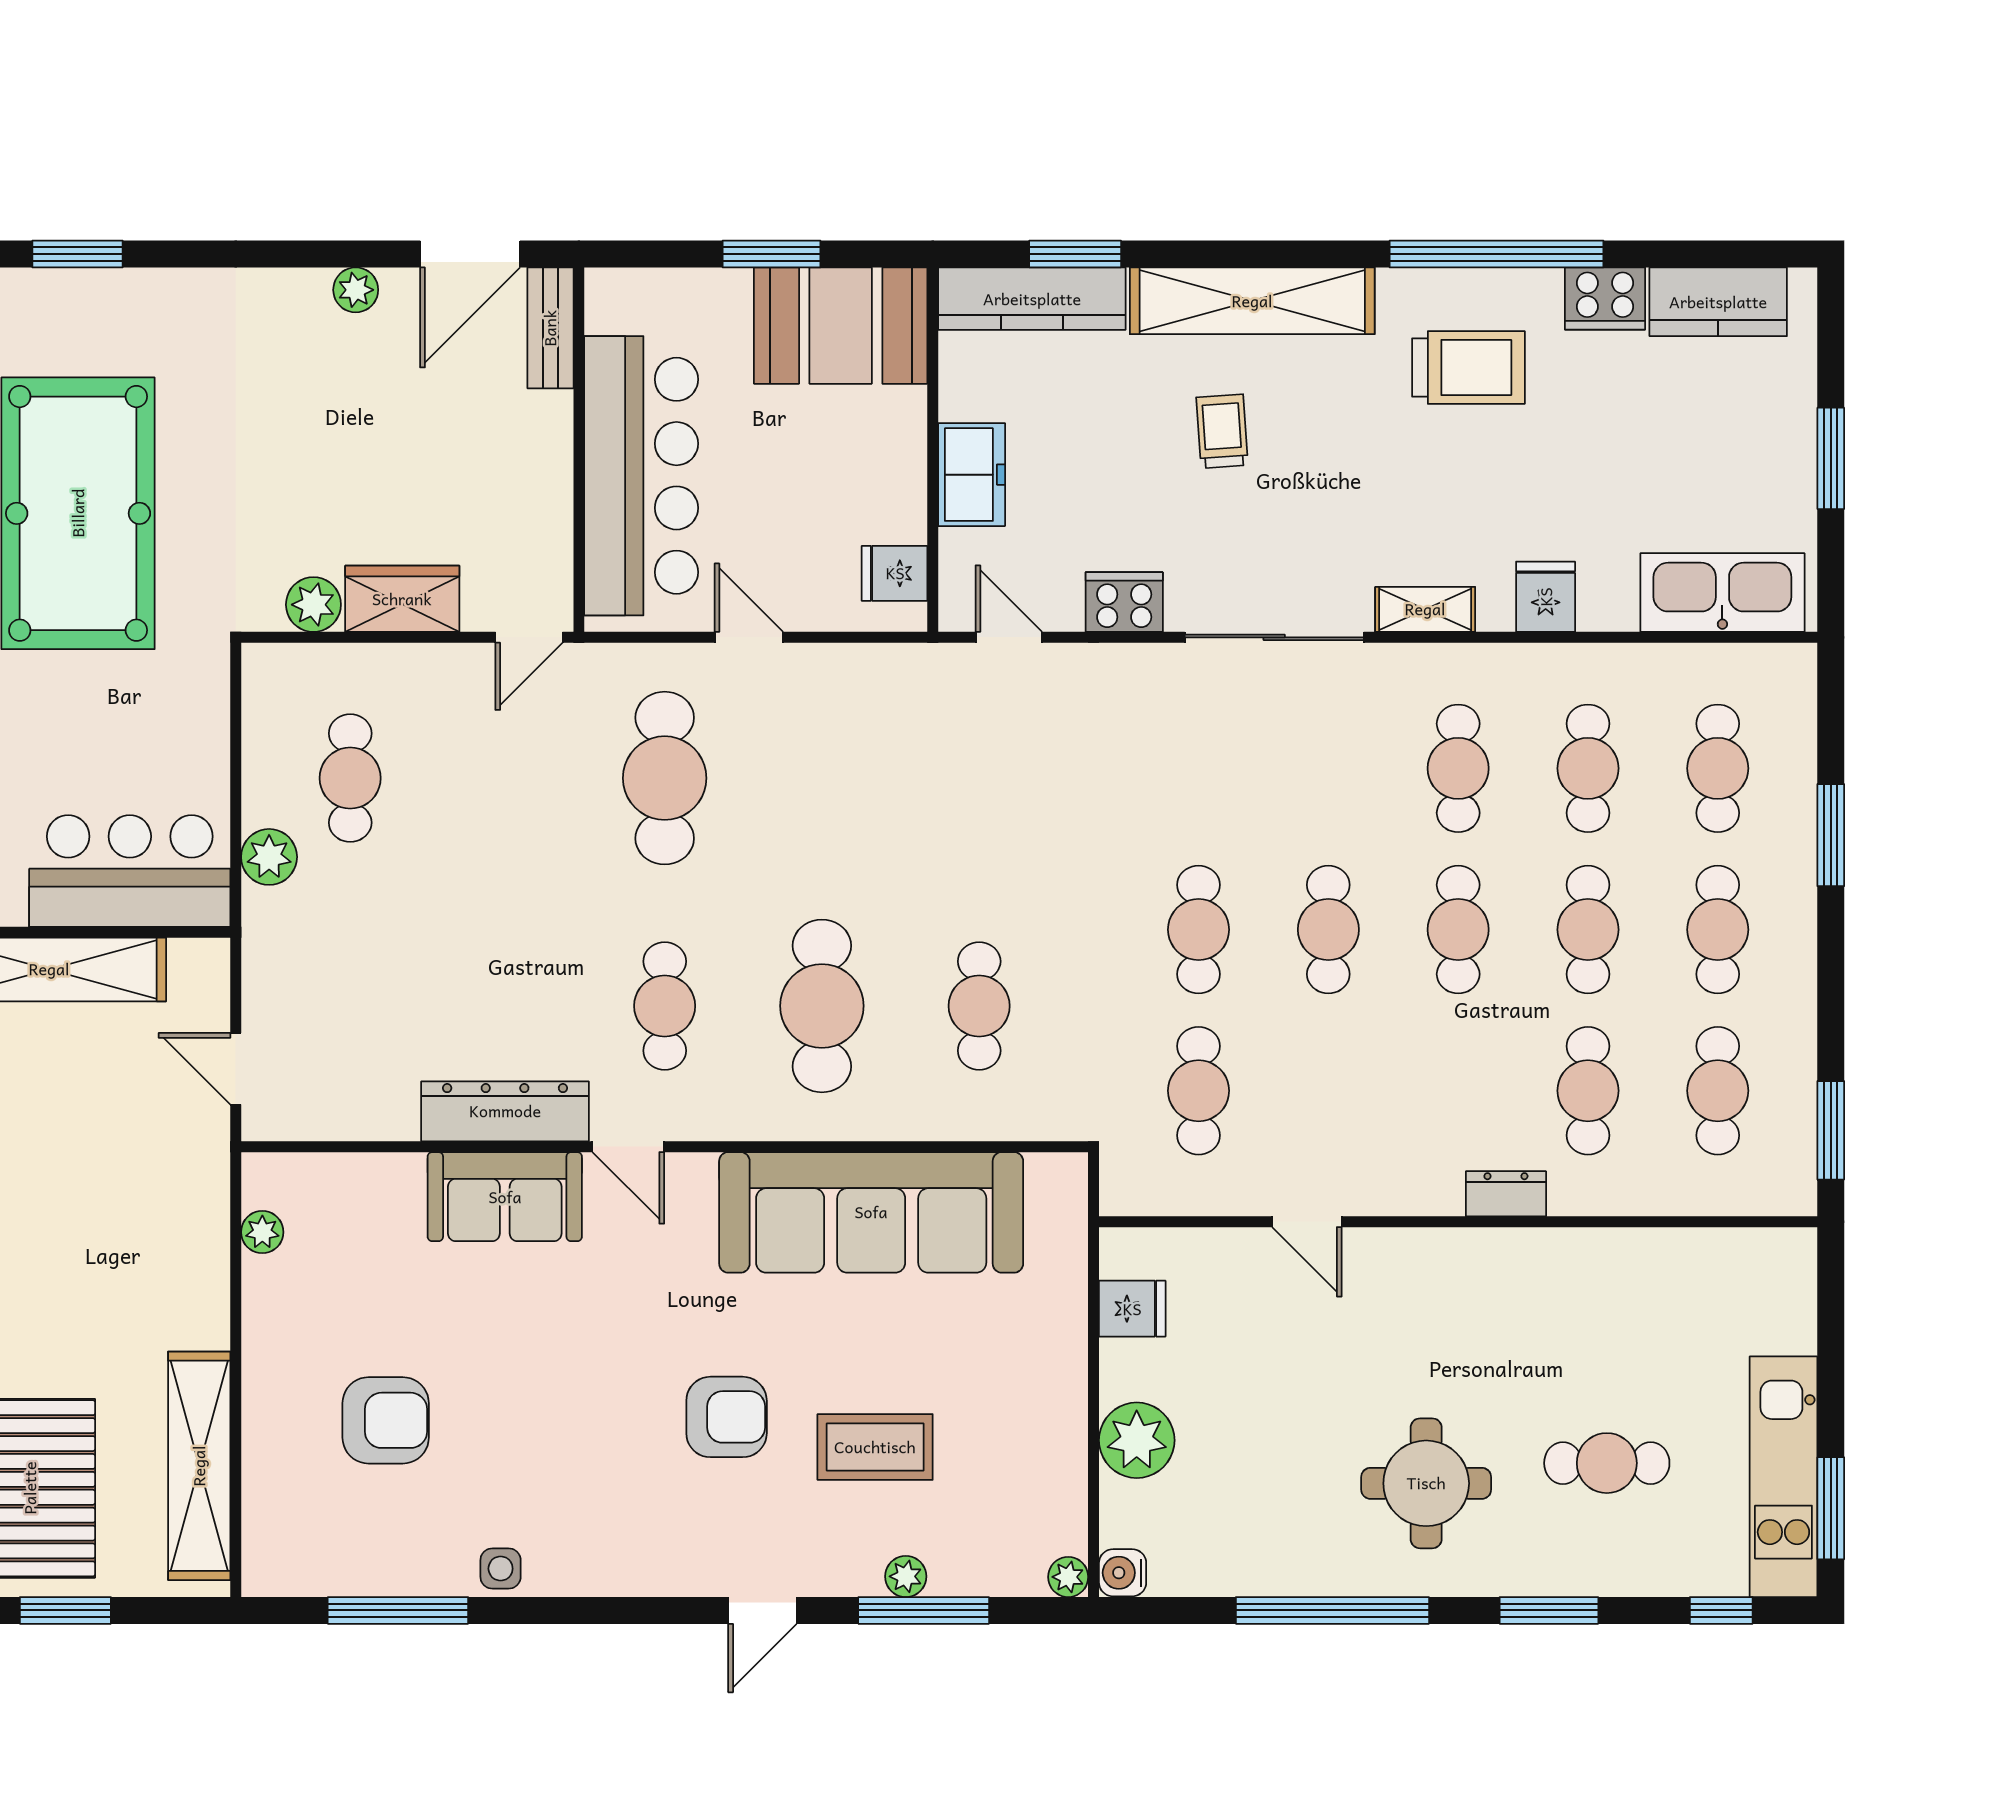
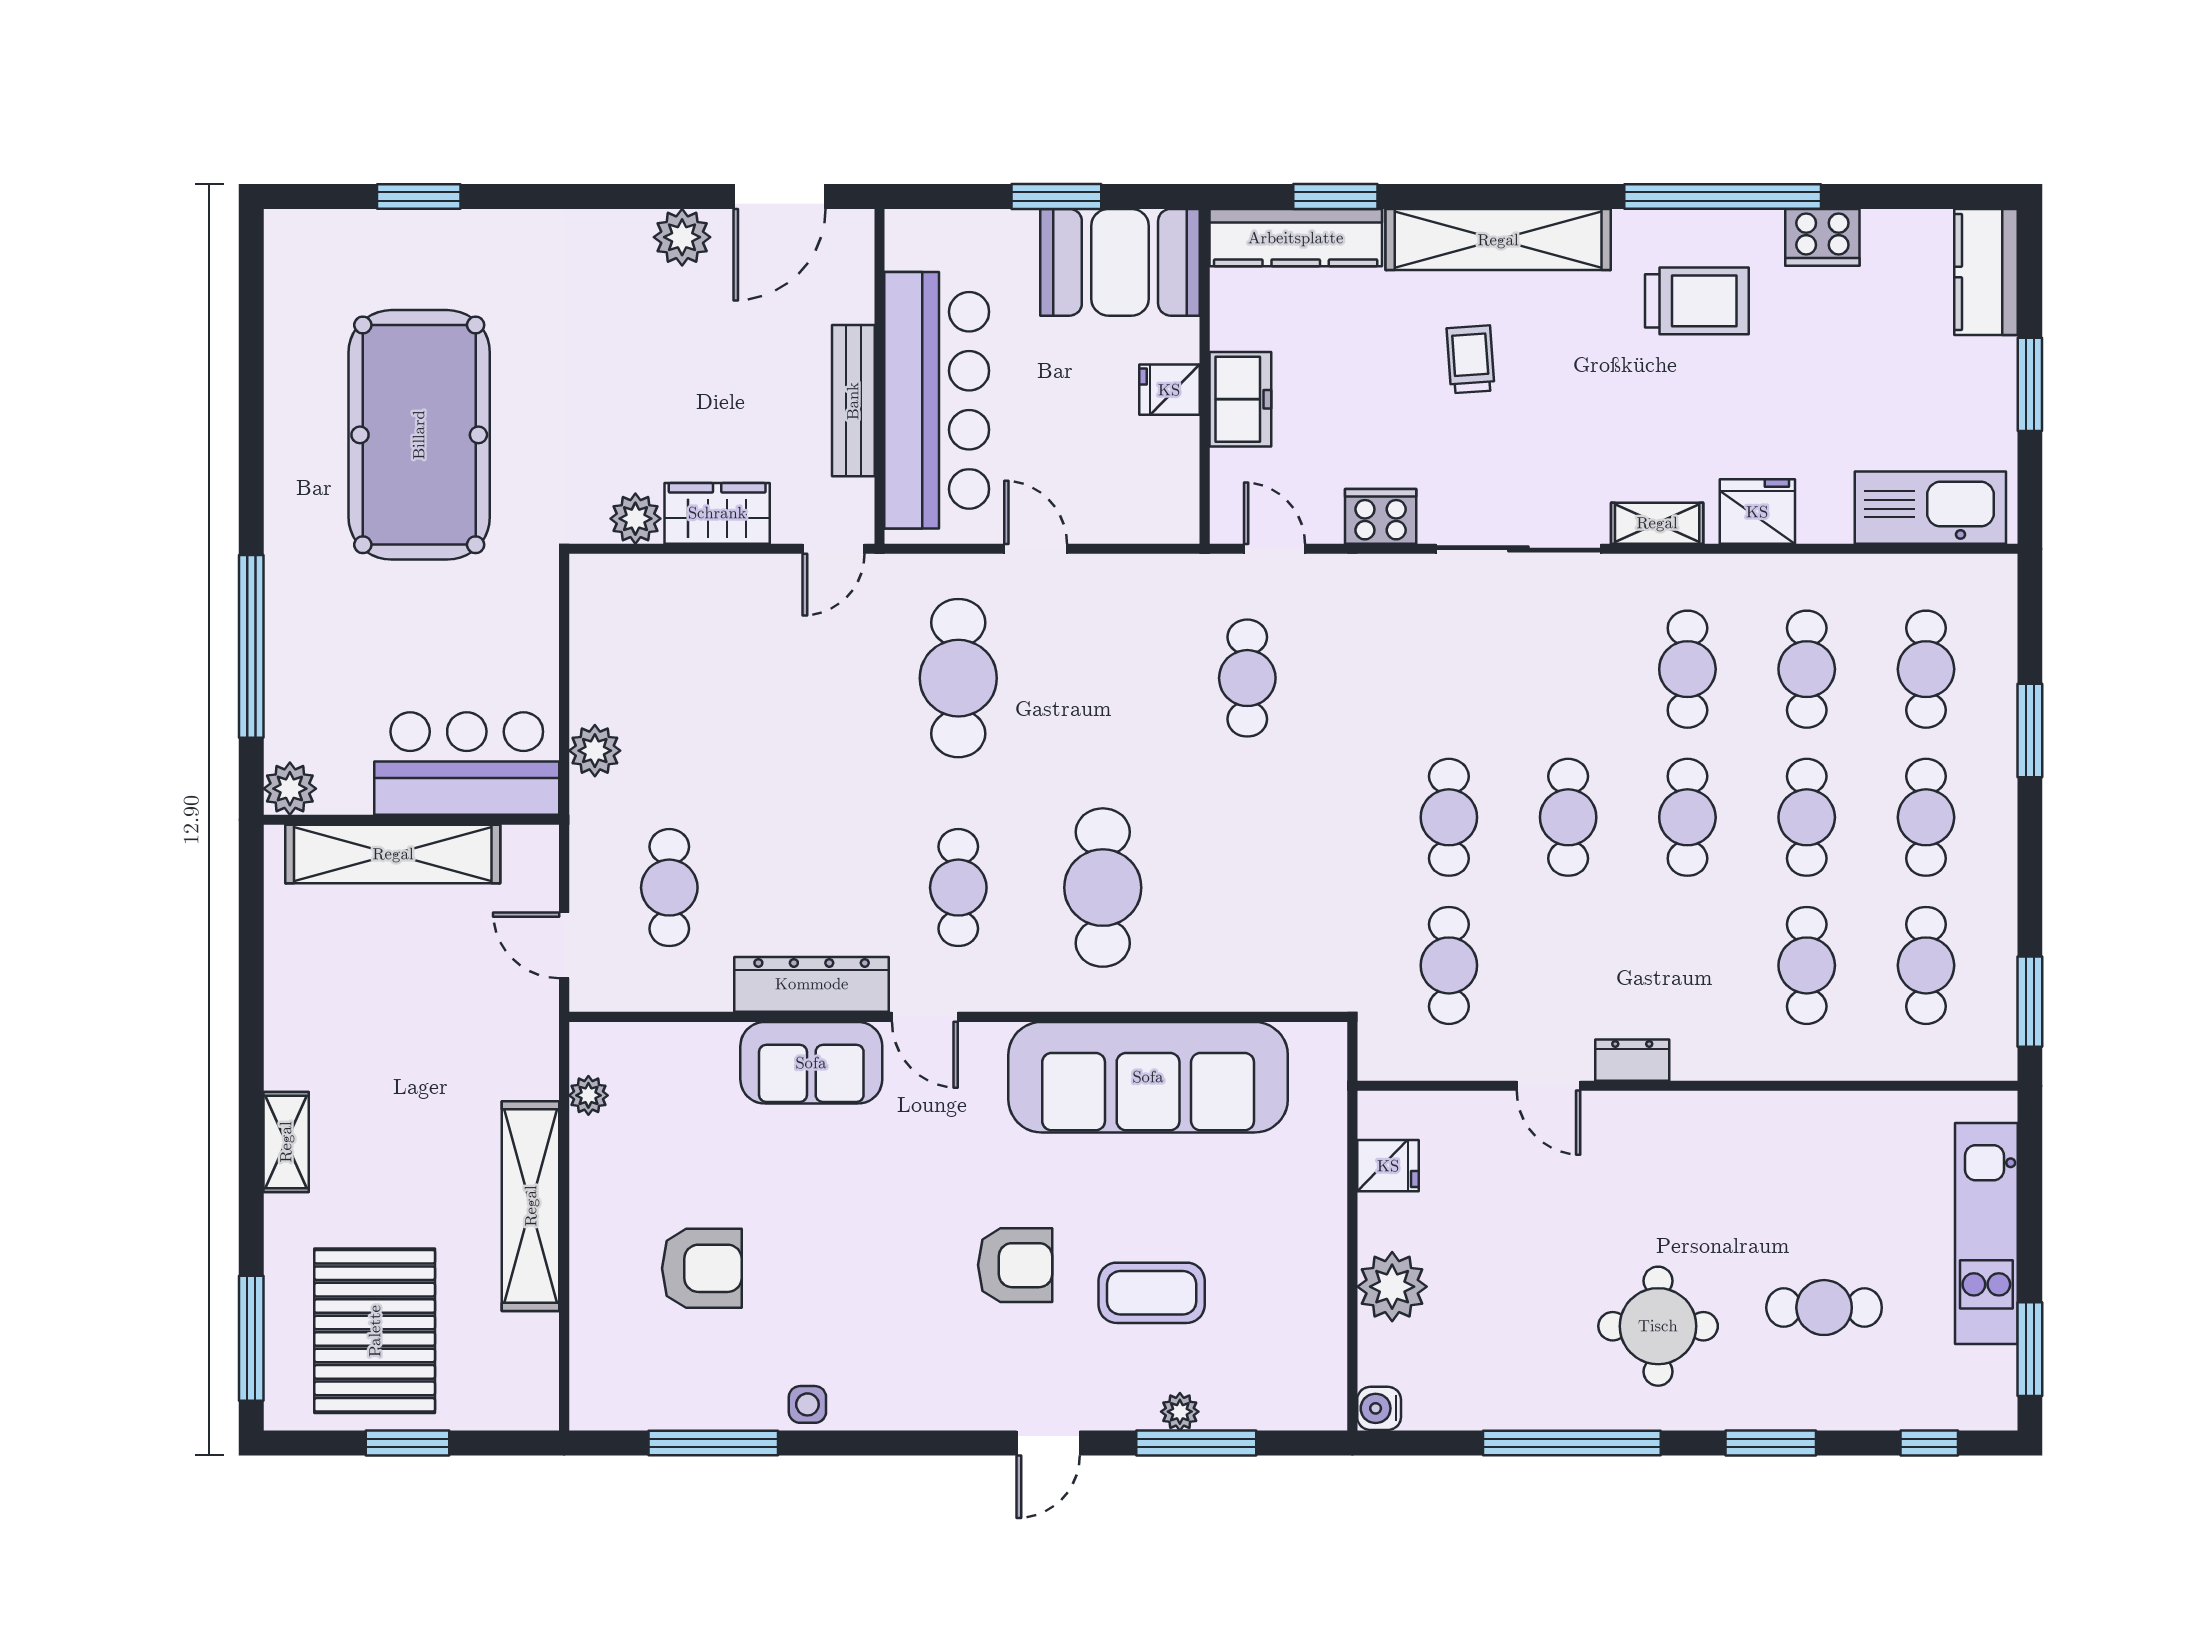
plant: (356, 290) -> (682, 237), width x1.38, depth x1.38
kitchen counter: (1718, 302) -> (1986, 272), moved, turned 90
bench: (550, 328) -> (853, 401), moved, width x1.36
fridge: (895, 573) -> (1169, 390), moved
fridge: (1546, 597) -> (1757, 512), width x1.38
cafe table: (350, 778) -> (669, 888), moved
cafe table: (979, 1006) -> (1247, 678), moved
dresser: (1506, 1194) -> (1632, 1060), moved
shelving: (199, 1466) -> (531, 1206), moved
kitchen unit: (1783, 1477) -> (1986, 1234), moved
plant: (1068, 1577) -> (1329, 1412), removed

